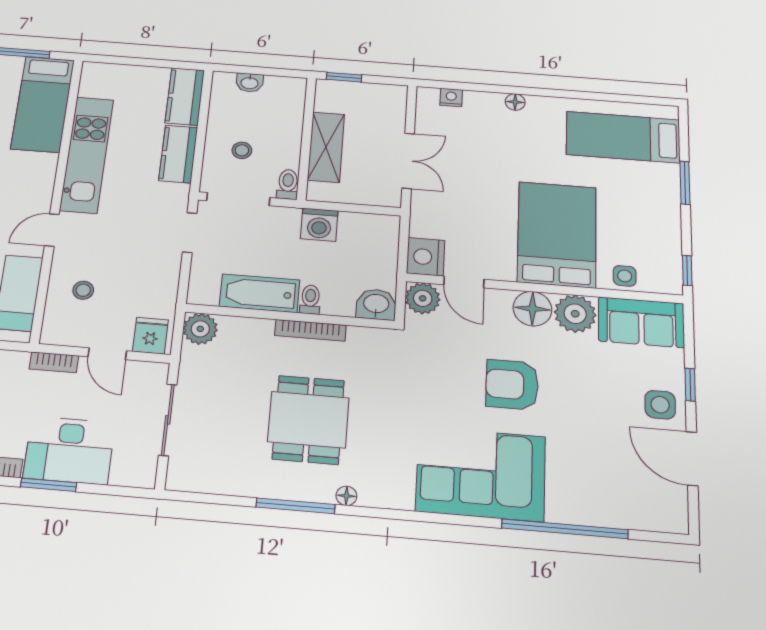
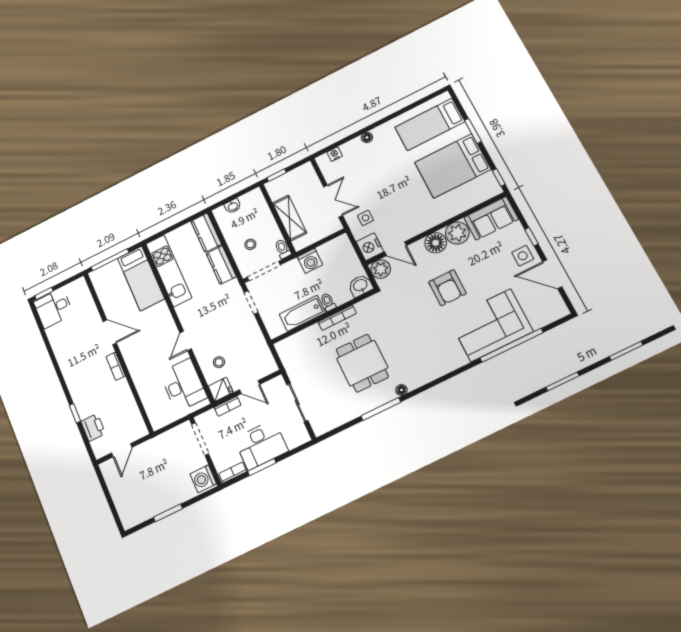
kitchen unit: (87, 155) -> (169, 271), moved
bed: (557, 234) -> (453, 166), moved, turned -90
side table: (625, 276) -> (365, 218), moved
plant: (200, 329) -> (285, 348), removed
fridge: (150, 336) -> (221, 389), moved, turned 90
armchair: (512, 385) -> (447, 288), turned -90
corner sofa: (481, 474) -> (491, 325), moved

